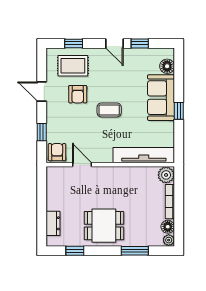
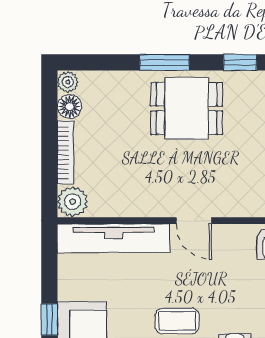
door: (82, 165) -> (194, 221), moved
window: (135, 251) -> (164, 62), moved

